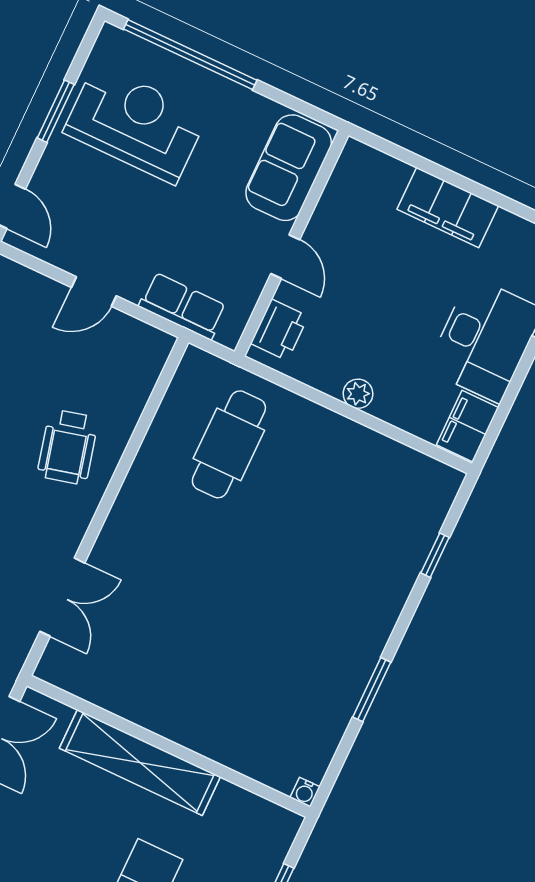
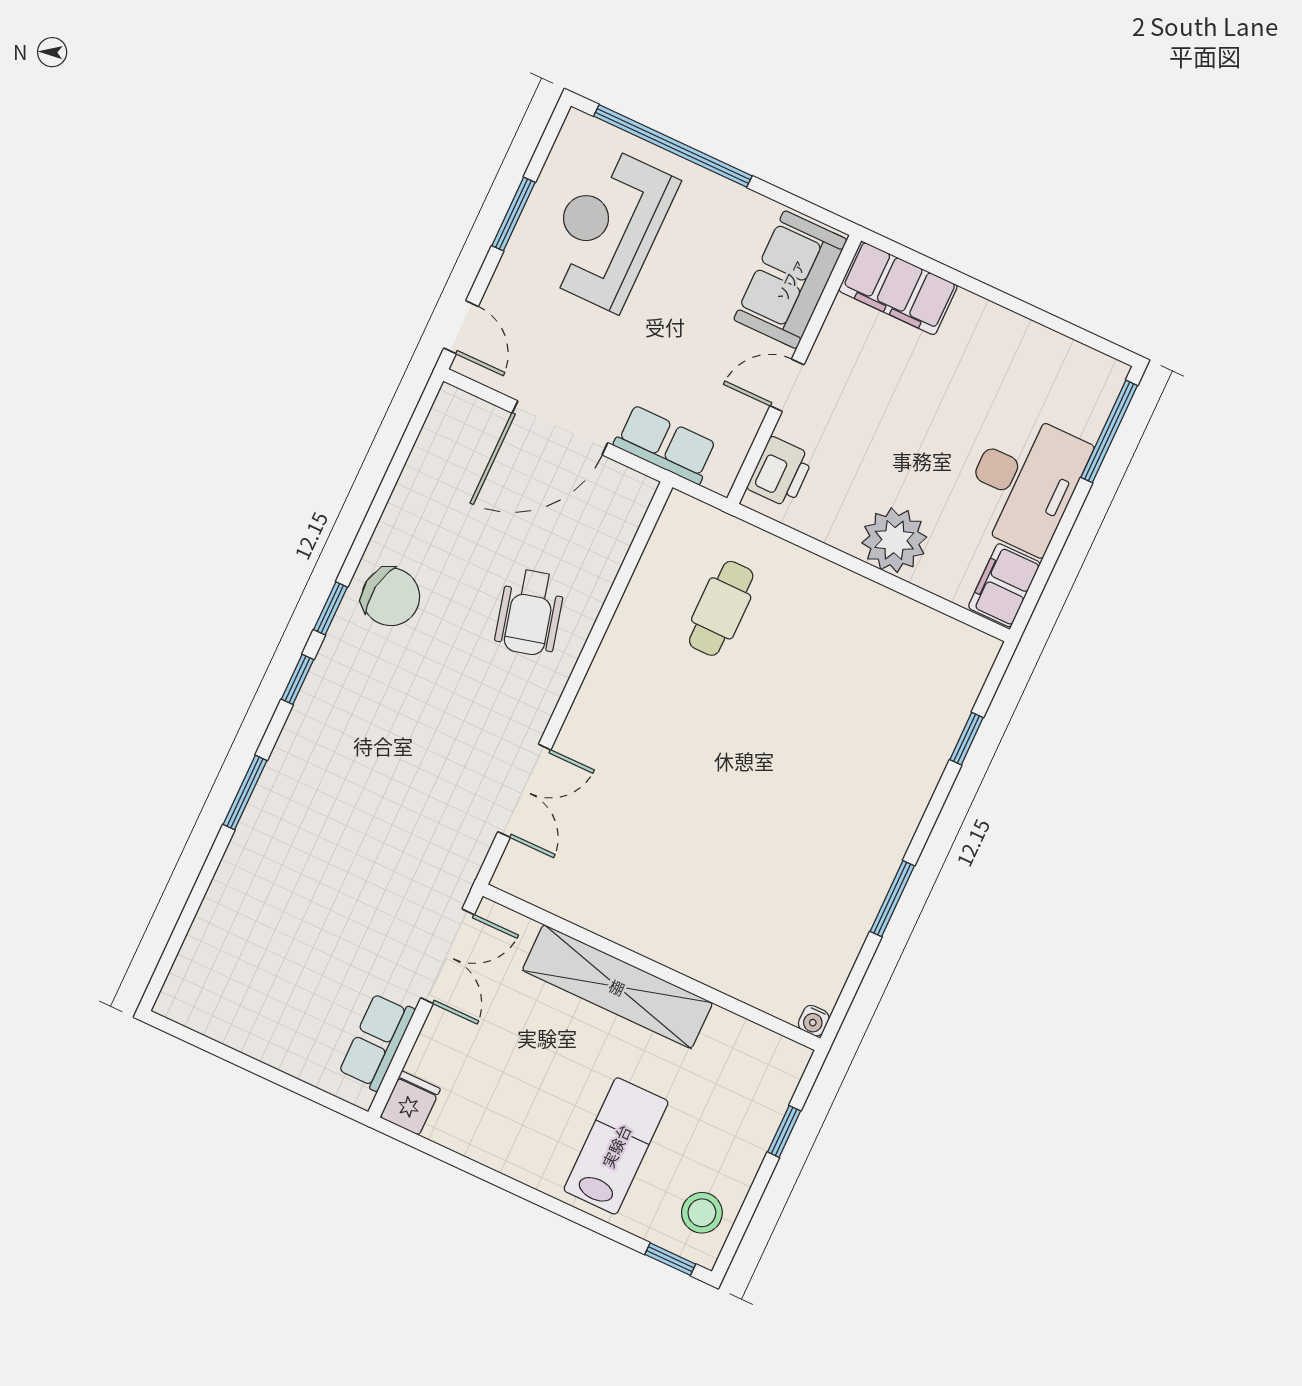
reception desk: (135, 124) -> (608, 228), turned -90
filing cabinet: (448, 208) -> (898, 288), moved
door: (285, 257) -> (787, 385), swing flipped
door: (94, 292) -> (560, 428), width x1.87
plant: (358, 394) -> (894, 540), width x1.87, depth x1.87
cafe table: (229, 444) -> (721, 608), width x0.73, depth x0.74

